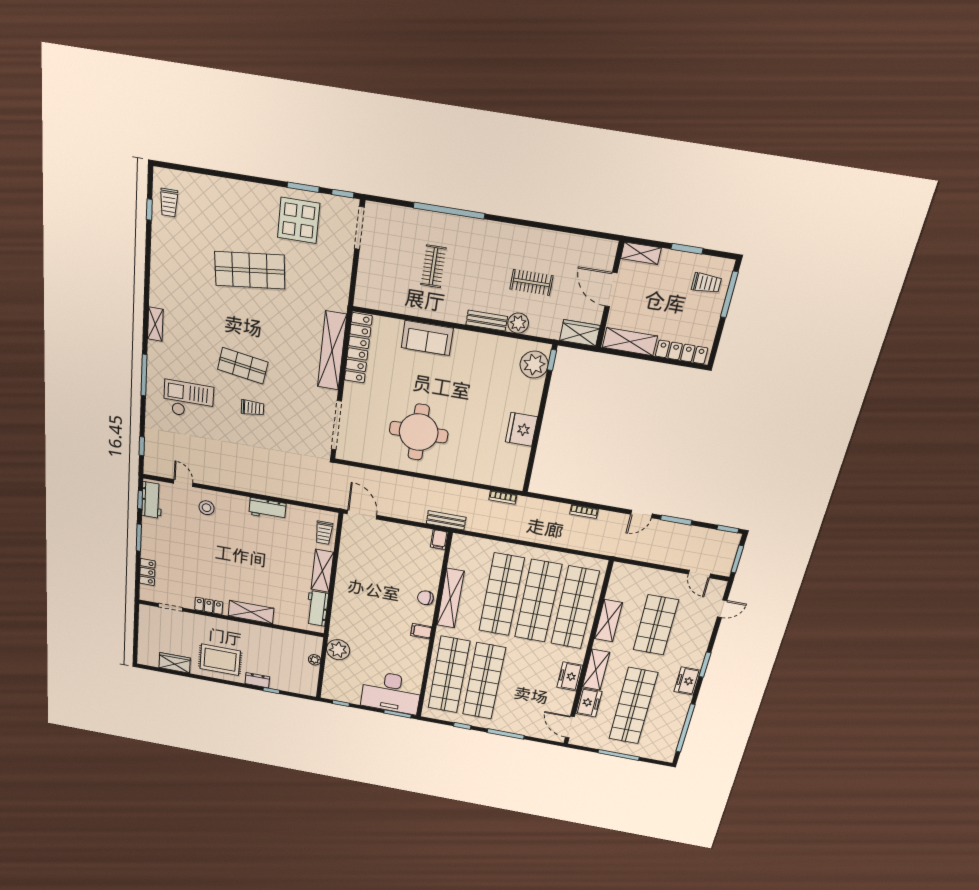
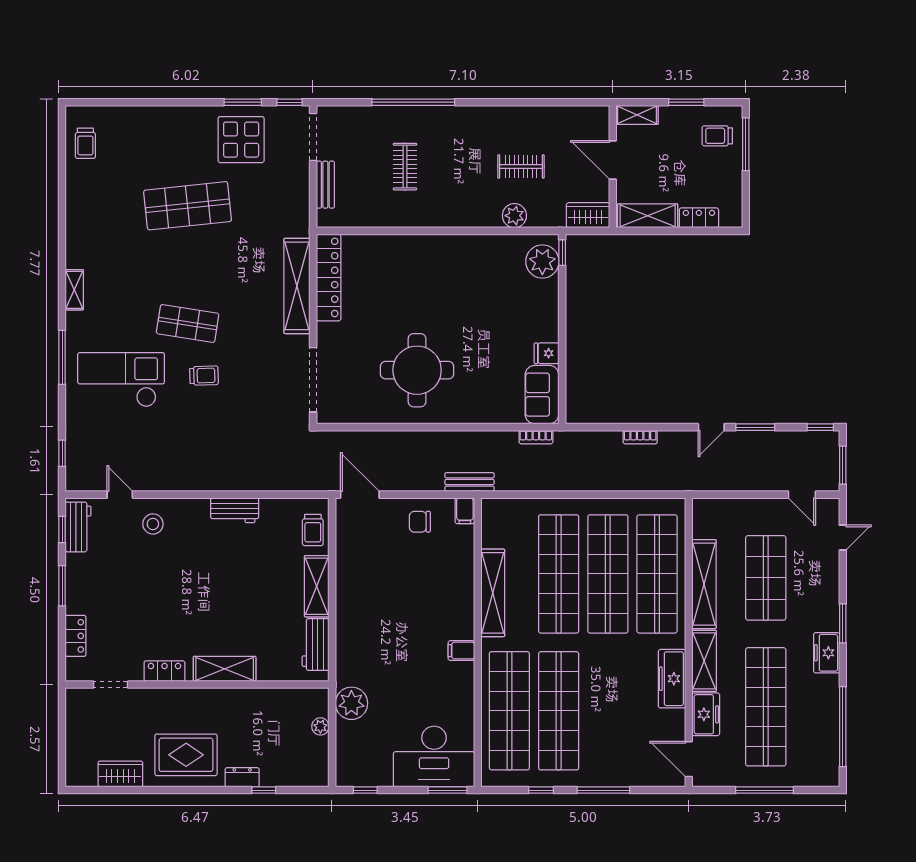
window: (149, 210) -> (62, 155), removed
trolley: (707, 283) -> (717, 136), turned 180
bench: (487, 321) -> (325, 185), moved, turned 90
sofa: (427, 338) -> (542, 395), moved, turned 90
locker: (681, 352) -> (699, 218), width x0.66
checkout: (189, 400) -> (121, 380), width x1.36, depth x1.21
fridge: (521, 429) -> (547, 353), width x0.53, depth x0.75
chair: (425, 598) -> (420, 522), moved
shelving: (608, 621) -> (704, 584), width x1.47
freezer: (570, 676) -> (672, 679), width x1.40

